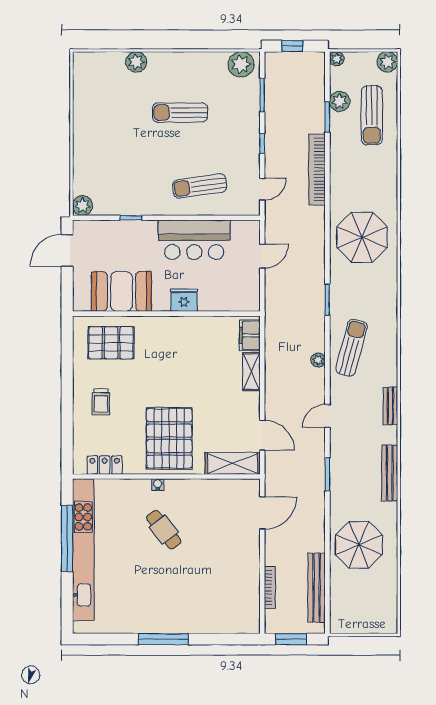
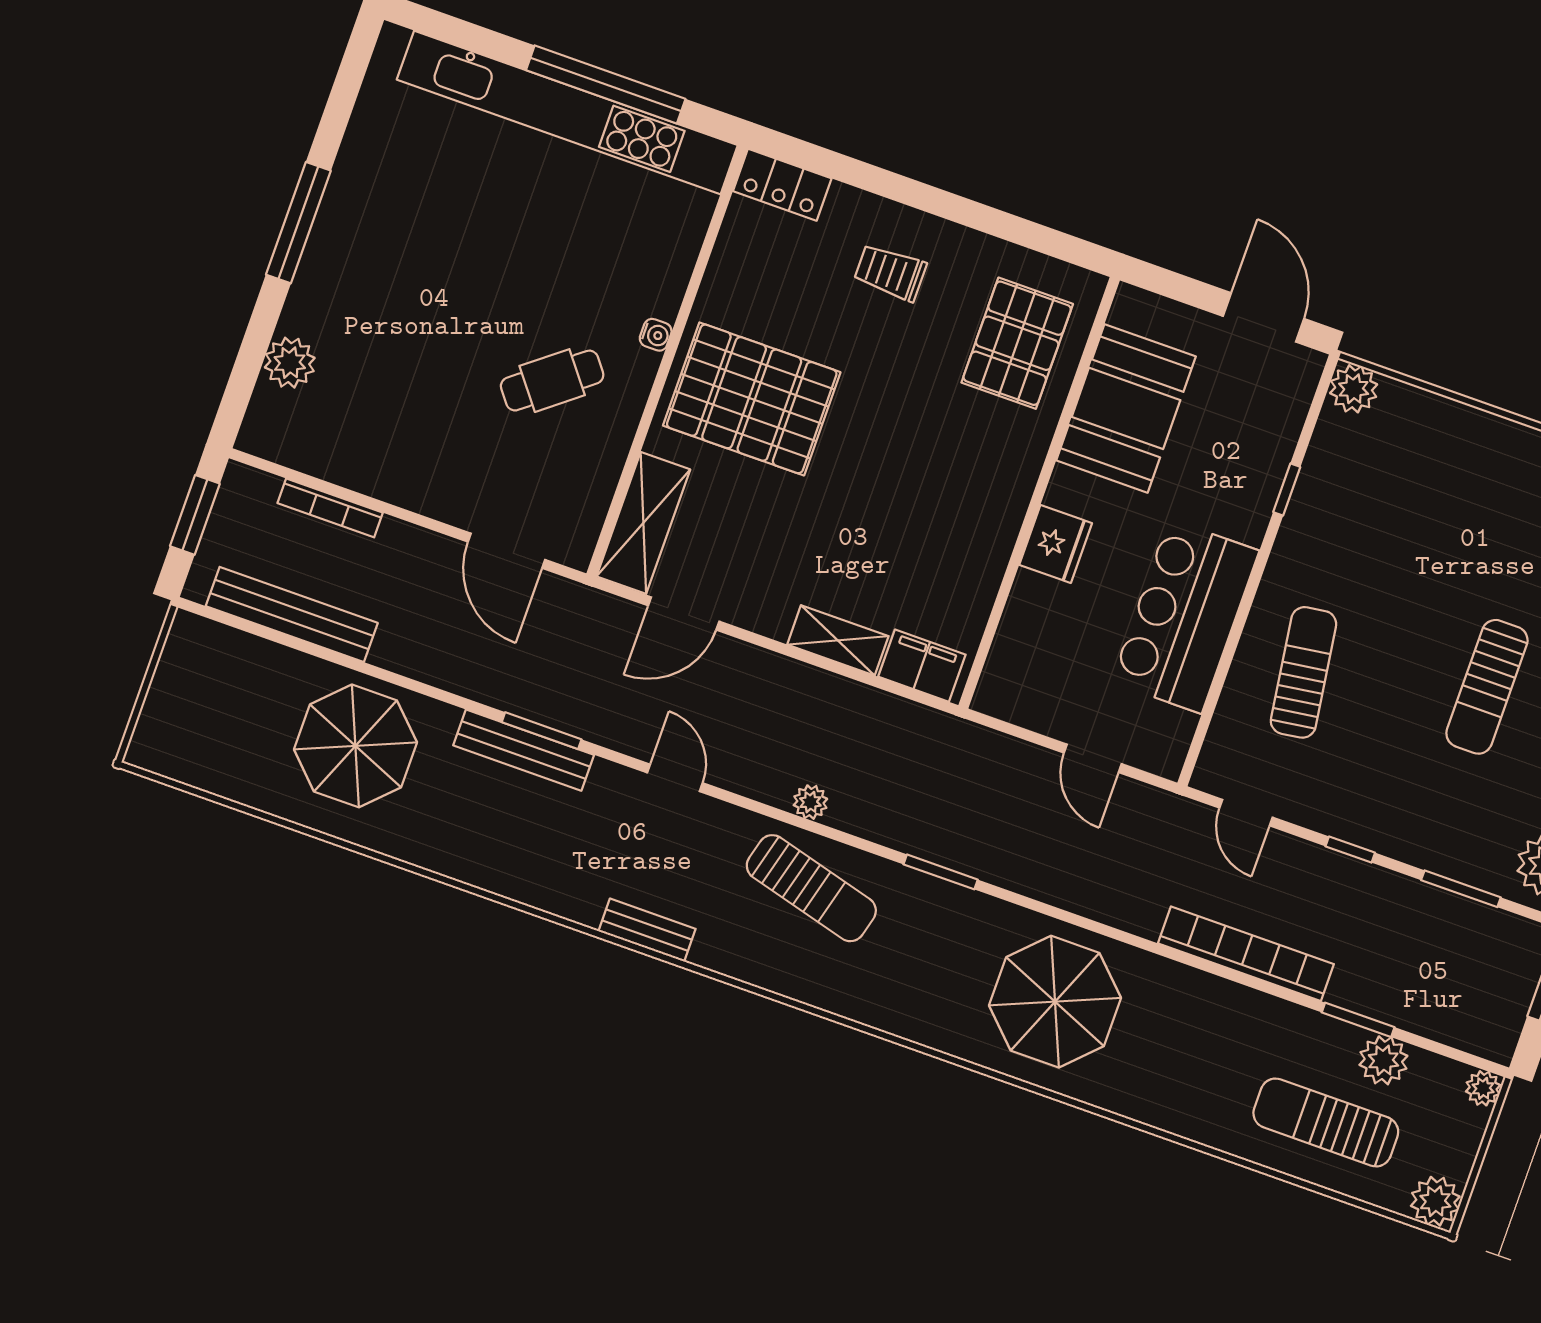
sun lounger: (180, 113) -> (1487, 687), turned 180
locker: (105, 465) -> (782, 185), moved, turned 90
bench: (390, 473) -> (524, 750), moved
cafe table: (164, 530) -> (552, 381), moved
plant: (219, 623) -> (290, 363), added

